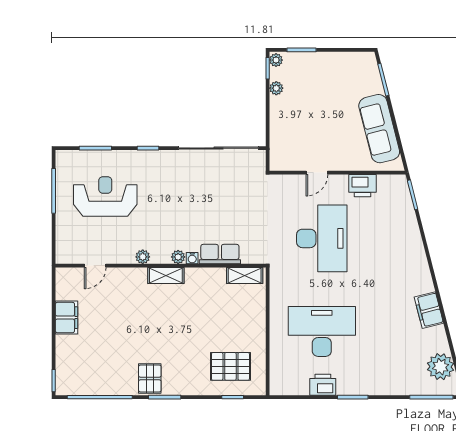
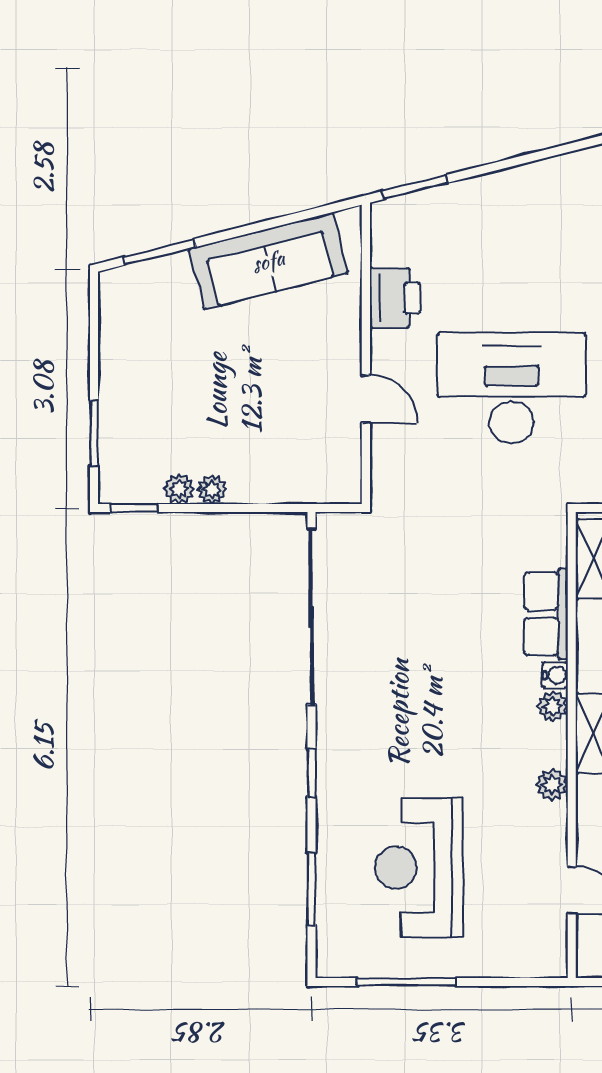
plant: (276, 60) -> (212, 490), moved

